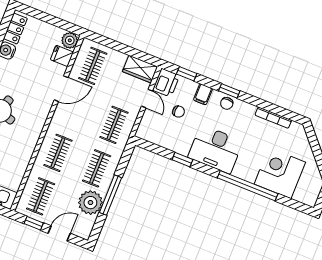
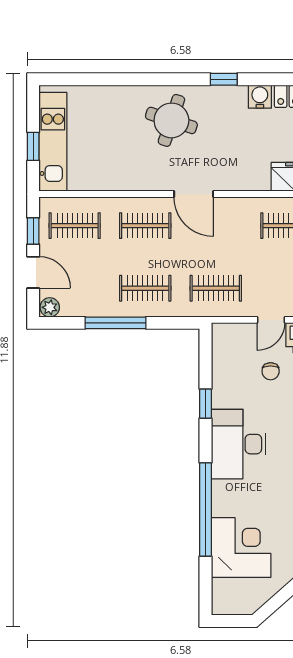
door: (61, 89) -> (194, 194), moved
plant: (90, 203) -> (50, 307), moved, width x0.53, depth x0.53

